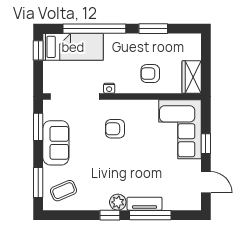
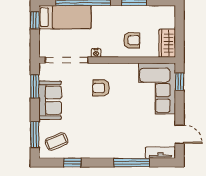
armchair: (150, 74) -> (132, 40), turned 180
window: (206, 144) -> (180, 82), moved
plant: (118, 202) -> (103, 151), removed
tv unit: (145, 204) -> (160, 153), moved
window: (110, 215) -> (72, 163), moved

